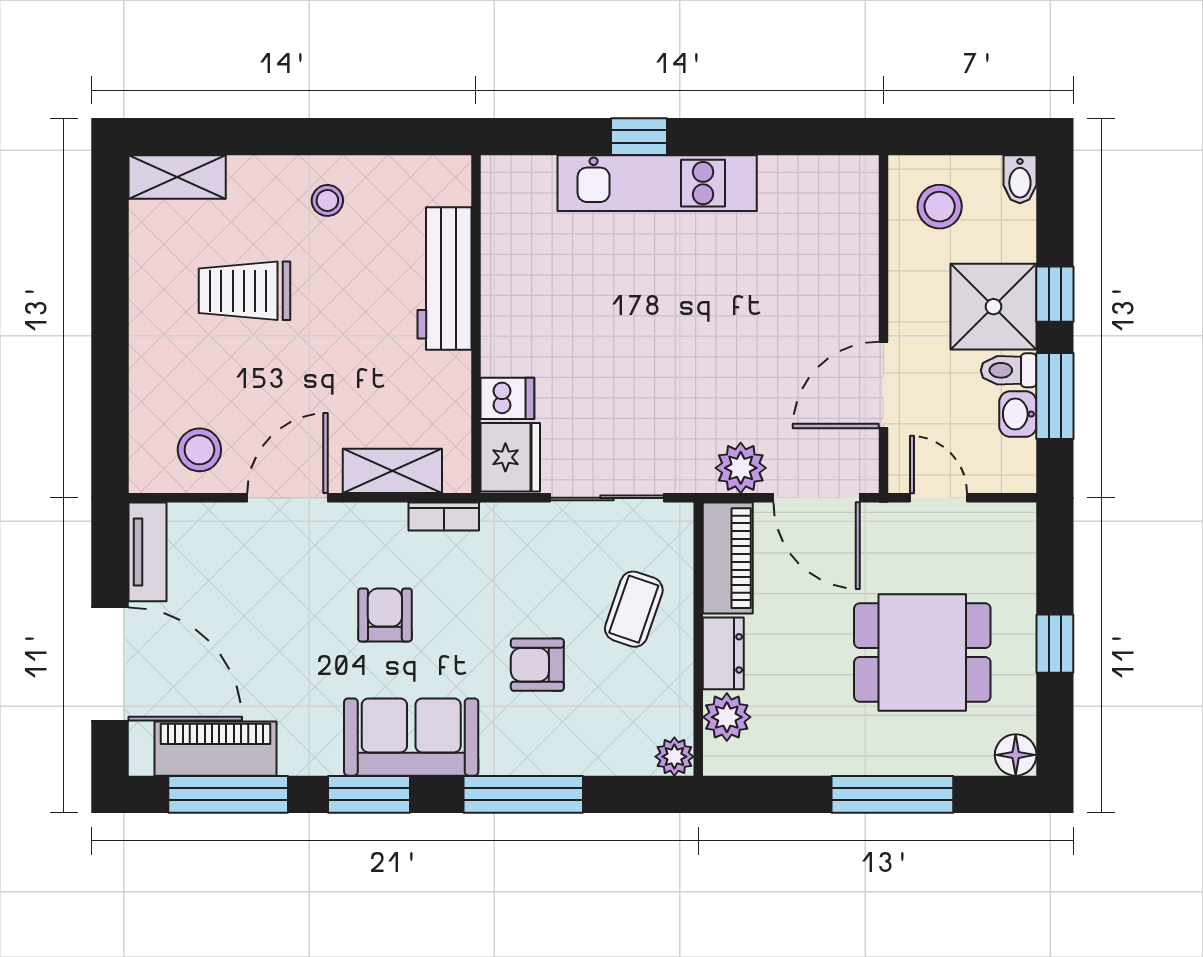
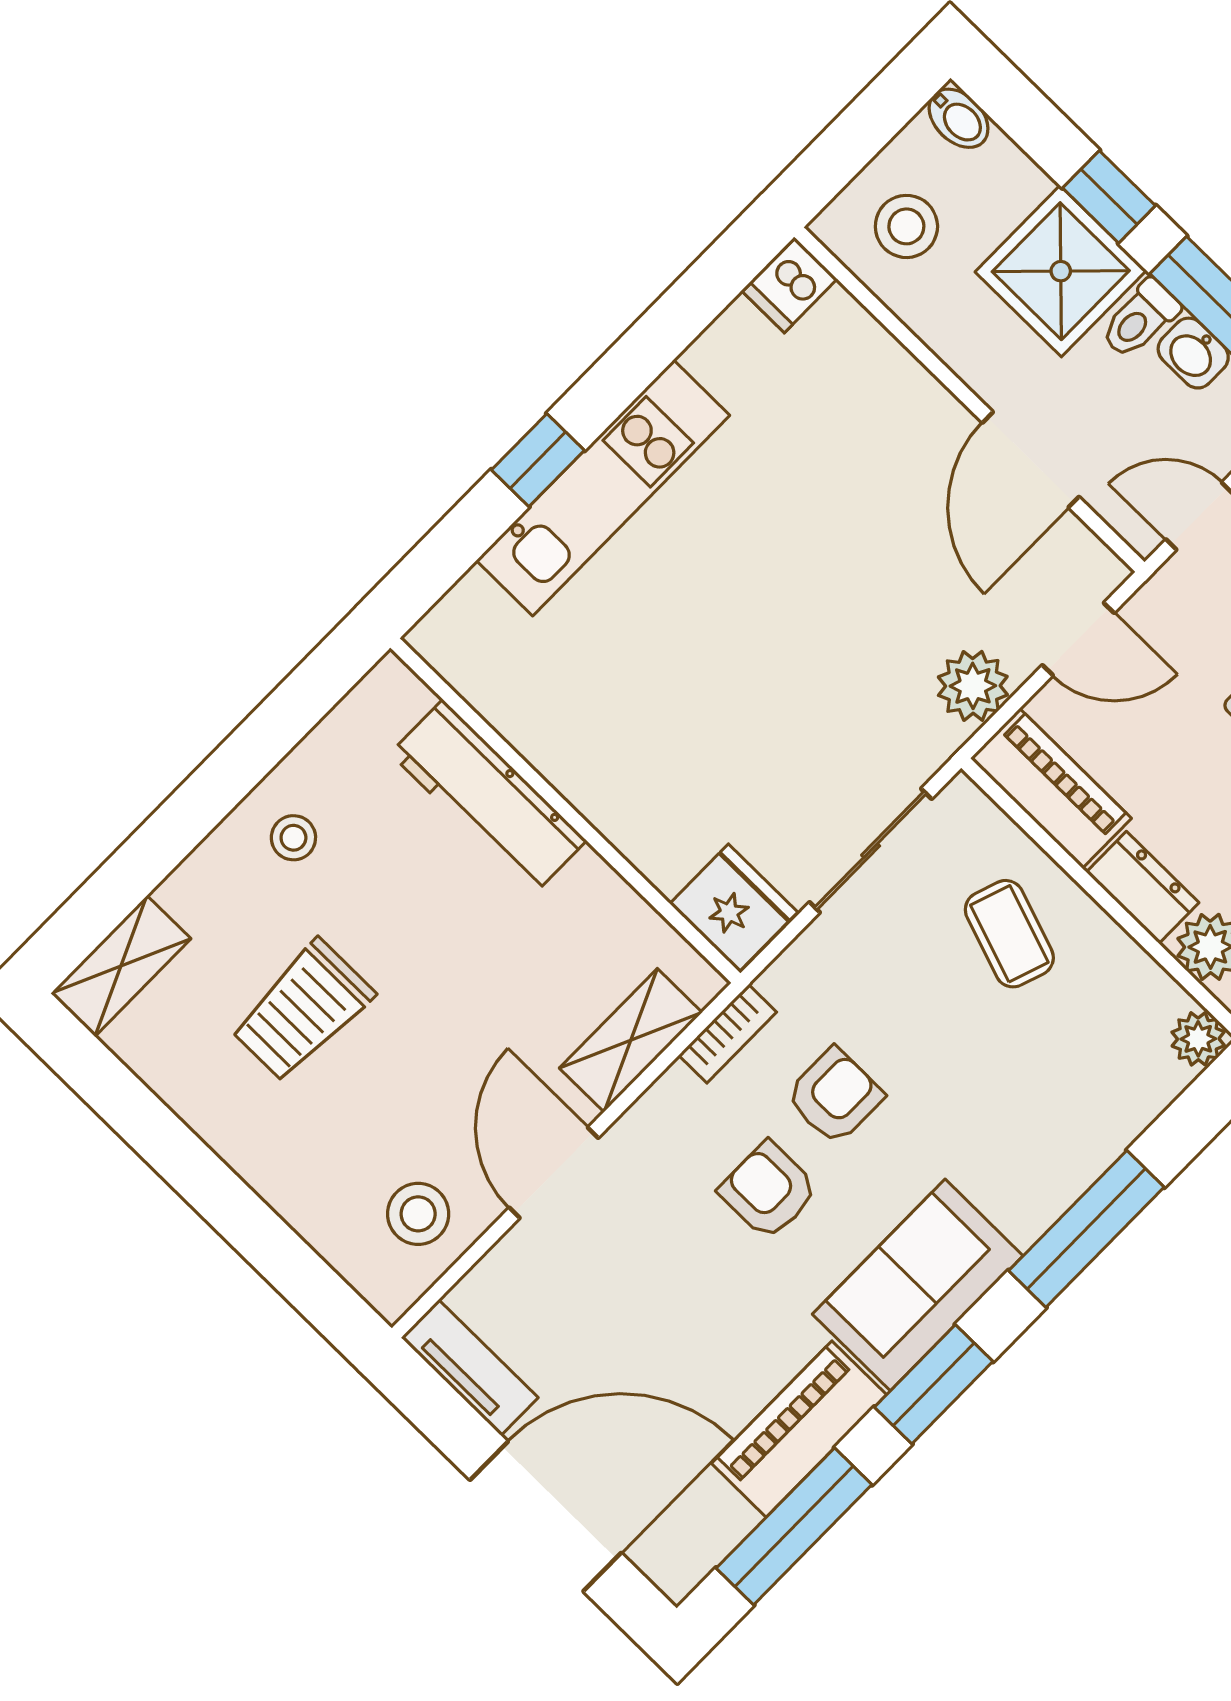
dishwasher: (507, 398) -> (790, 285), moved, turned 180
door: (817, 498) -> (1078, 639), width x0.73
armchair: (537, 665) -> (835, 1096), moved, turned 180
piano: (216, 749) -> (799, 1429), moved

